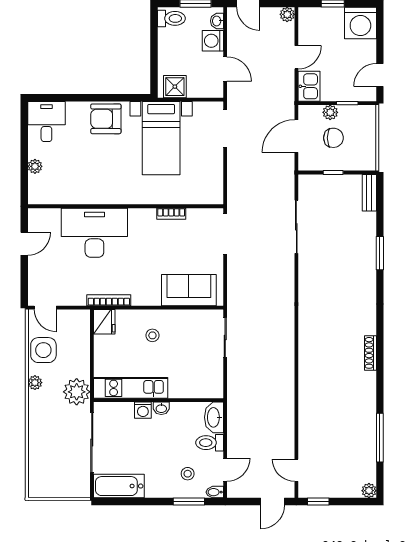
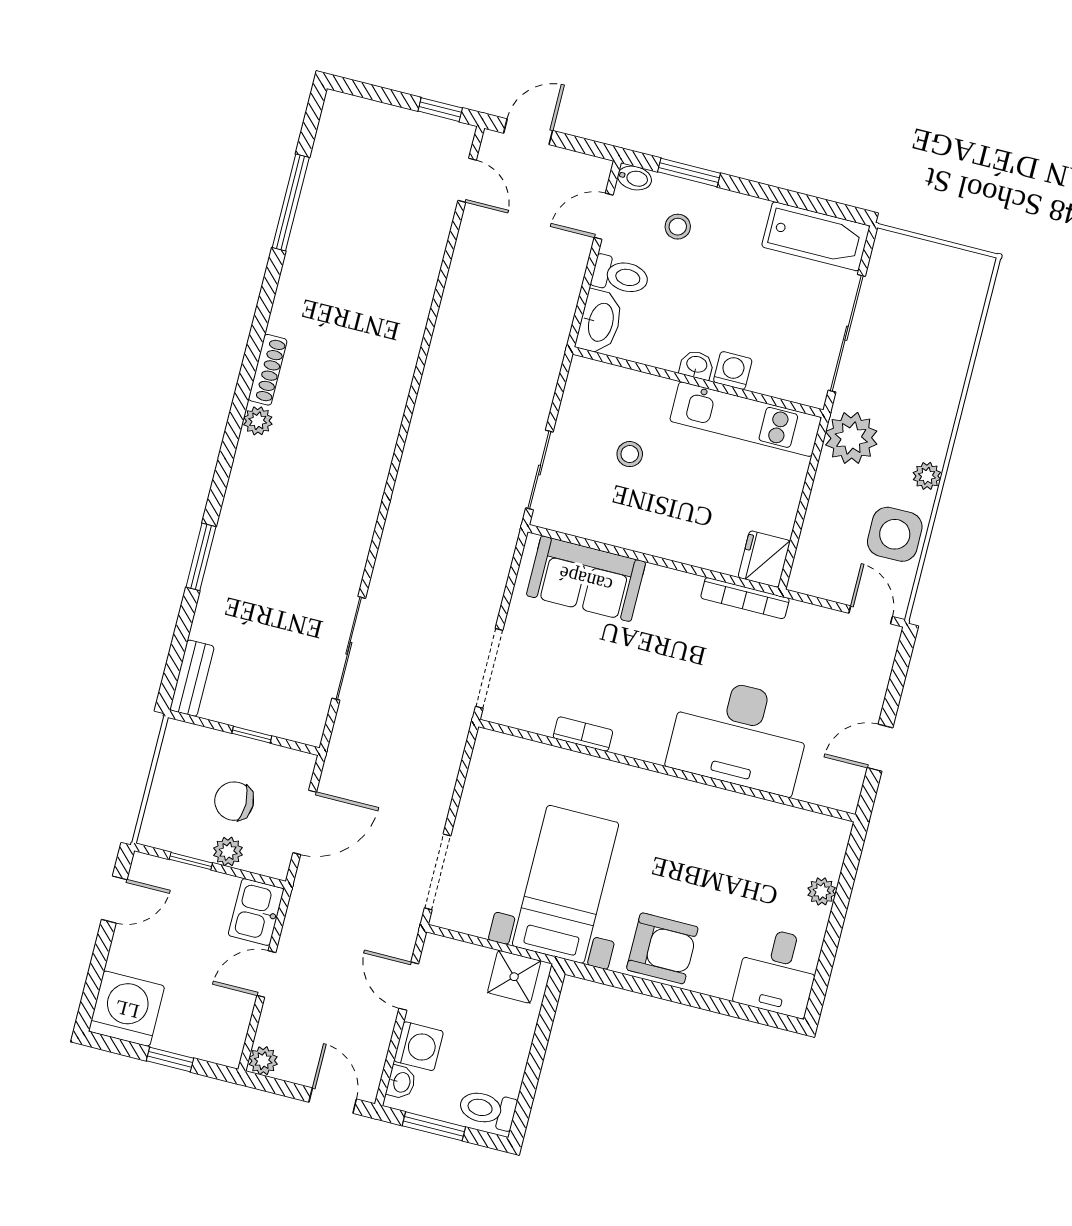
stool: (152, 335) -> (630, 454), moved
plant: (369, 491) -> (258, 421), moved

